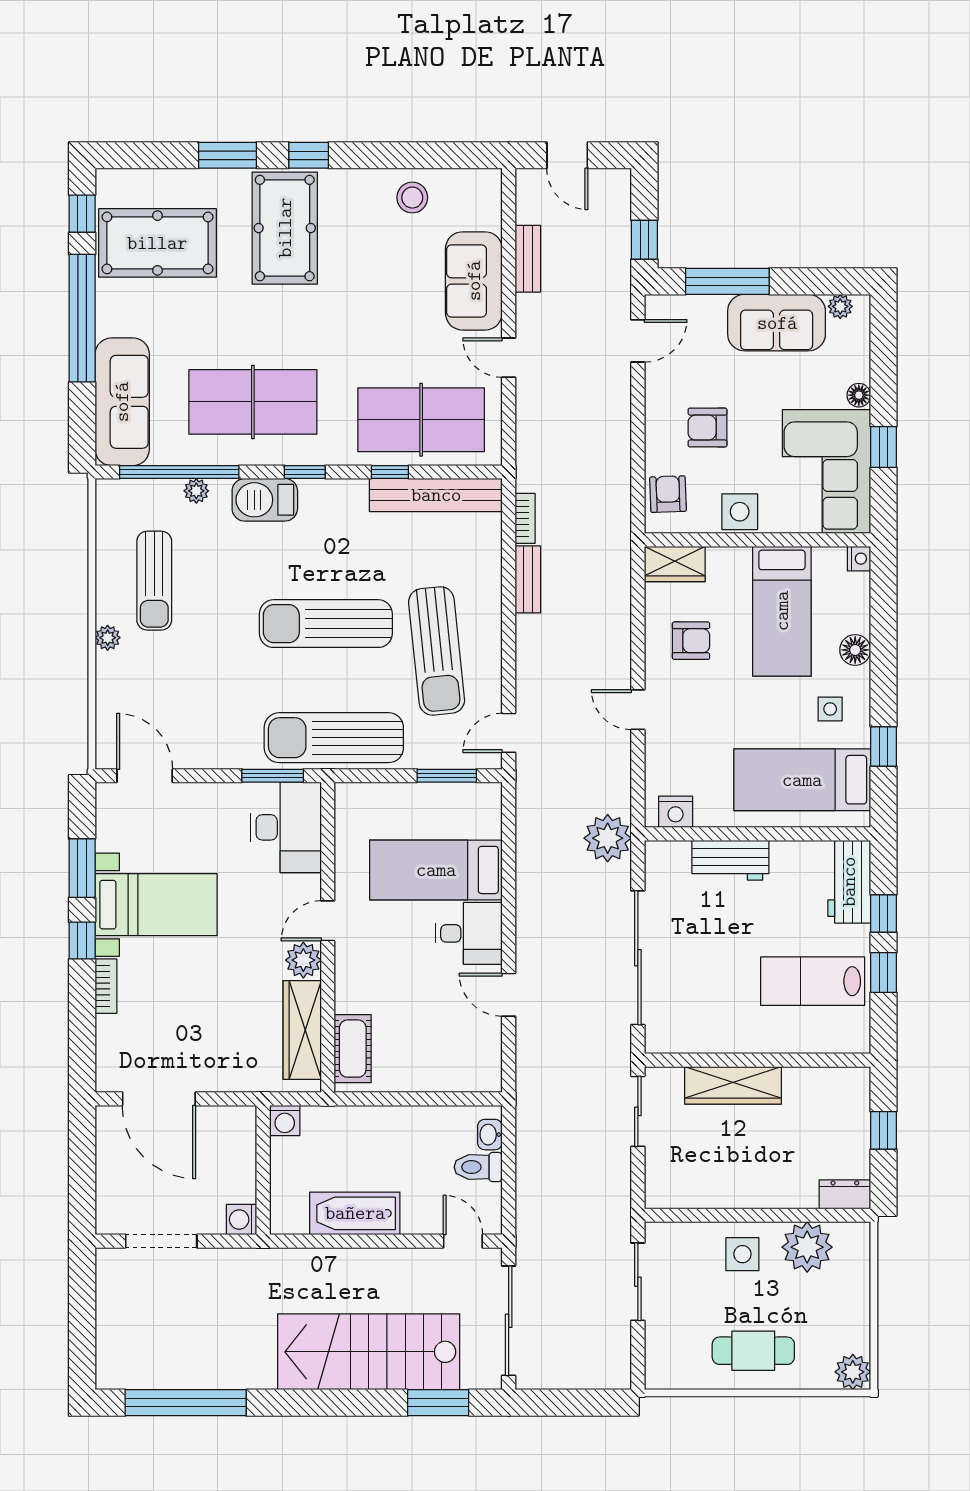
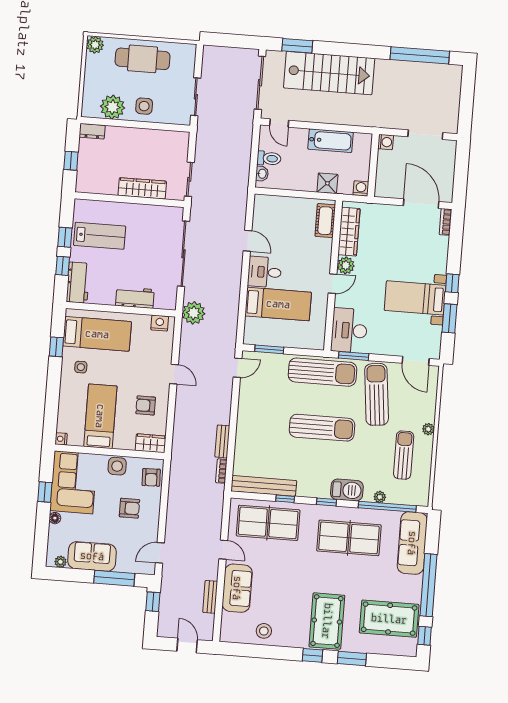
floor lamp: (855, 650) -> (66, 395), removed
sun lounger: (437, 651) -> (377, 394), moved
bookcase: (106, 986) -> (445, 222), moved
shower: (354, 1125) -> (327, 183), added
cafe table: (753, 1351) -> (143, 59), width x1.37, depth x1.35

